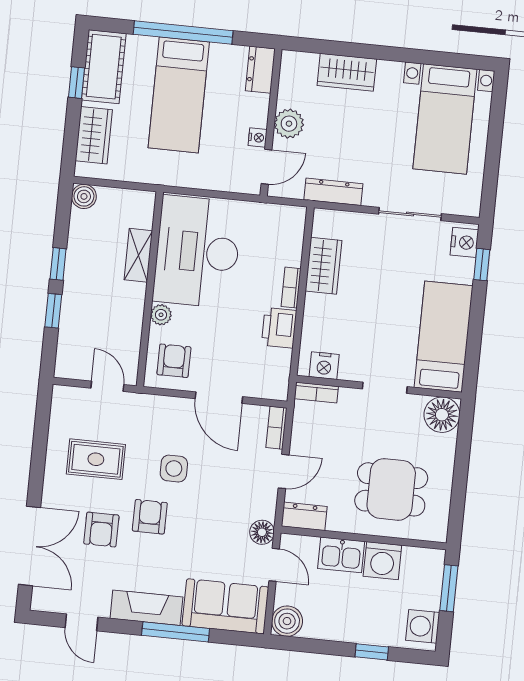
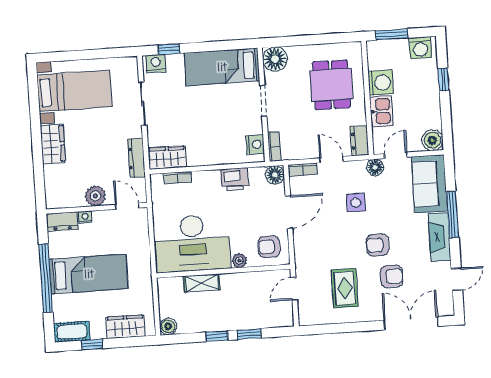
cot: (104, 67) -> (72, 332), width x0.73, depth x0.75
wardrobe: (347, 72) -> (53, 144), moved
nightstand: (258, 138) -> (85, 217), moved
wardrobe: (324, 266) -> (167, 158), moved
bookcase: (291, 288) -> (178, 178), moved
floor lamp: (275, 387) -> (275, 175), added
side table: (174, 469) -> (356, 203), moved

